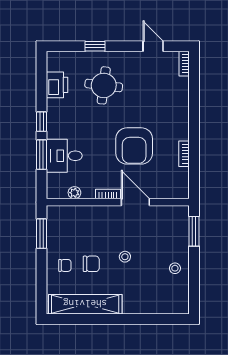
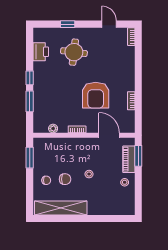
desk: (64, 156) -> (46, 102), removed
door: (135, 202) -> (109, 135), moved
piano: (181, 236) -> (129, 159), added

